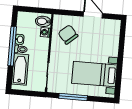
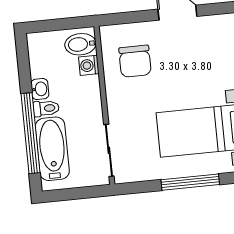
chair: (68, 34) -> (135, 61), turned -139
window: (12, 46) -> (30, 133), moved
window: (73, 97) -> (190, 182), moved

